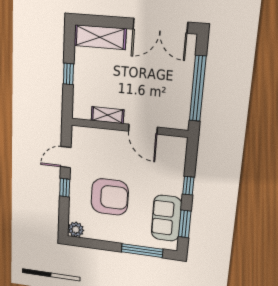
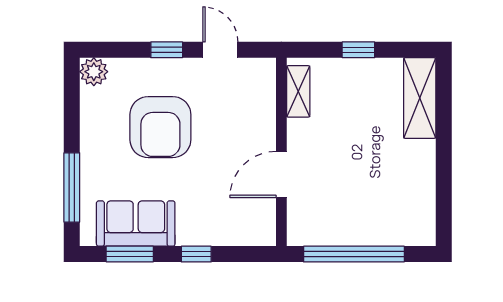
double door: (160, 26) -> (444, 190), removed
shelving: (108, 115) -> (298, 91), moved

